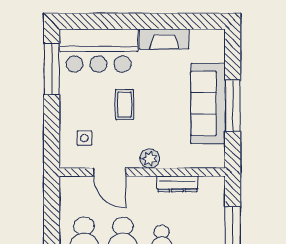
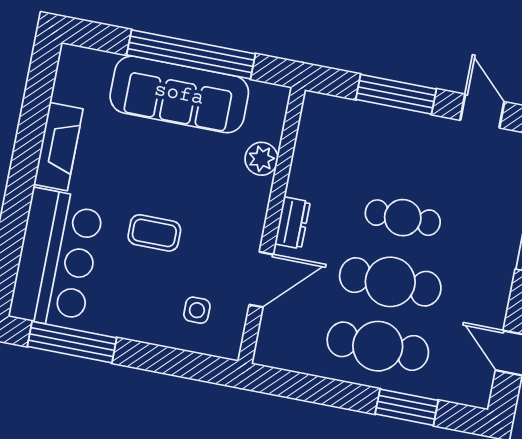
window: (233, 106) -> (191, 54), width x1.46
plant: (150, 159) -> (261, 159), moved
dresser: (177, 184) -> (293, 223), moved, width x0.70

